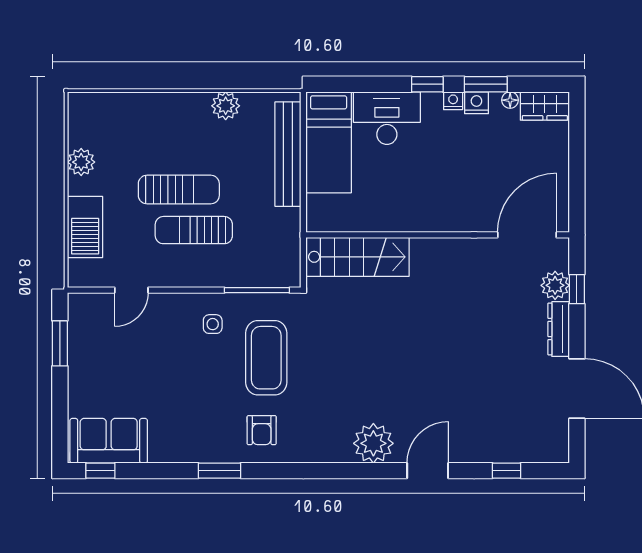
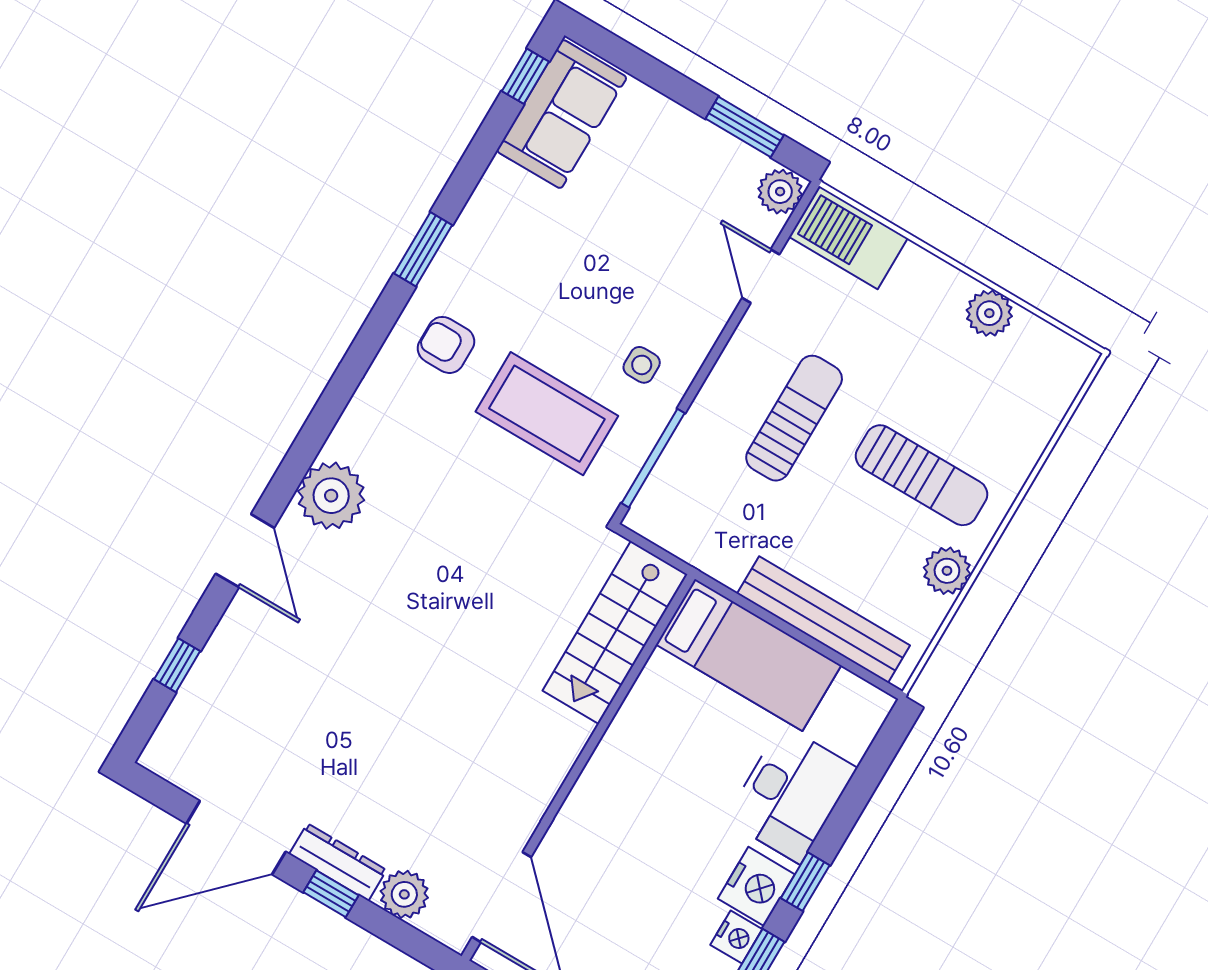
nightstand: (453, 101) -> (756, 886), width x1.89, depth x1.79
bed: (329, 142) -> (749, 655), moved, turned 180
sun lounger: (179, 190) -> (921, 475), moved, turned -90
barbecue: (85, 227) -> (848, 238), moved
window: (577, 289) -> (331, 894), moved
plant: (82, 306) -> (780, 192), added

